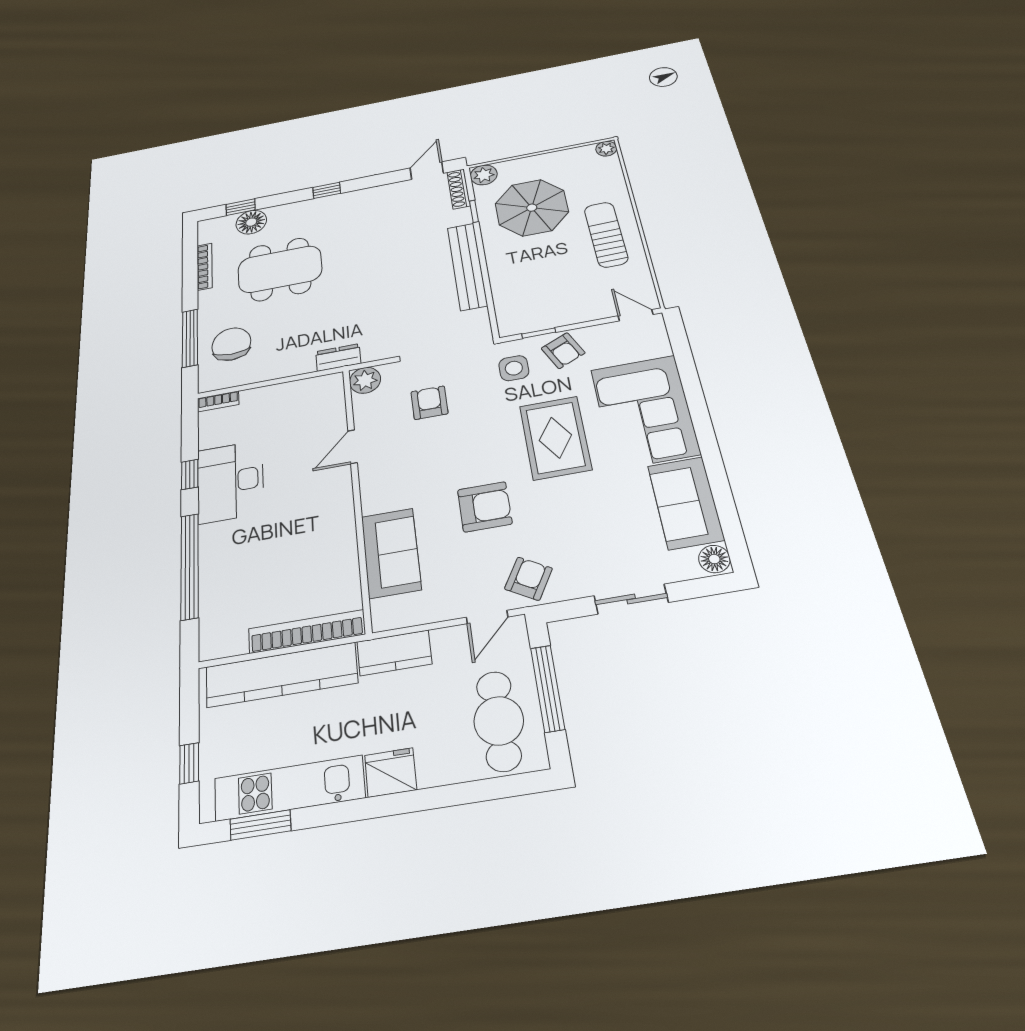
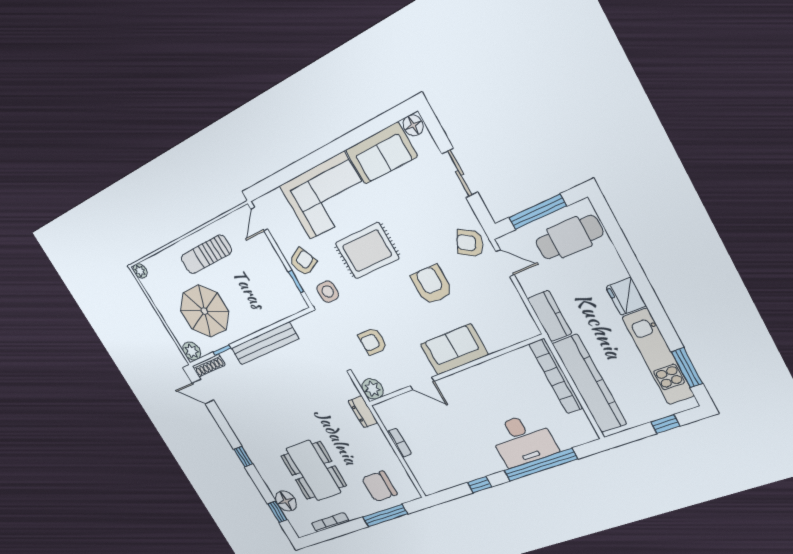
bookcase: (218, 401) -> (399, 443), moved
desk: (230, 482) -> (523, 440), moved
sofa: (391, 553) -> (454, 350), moved

